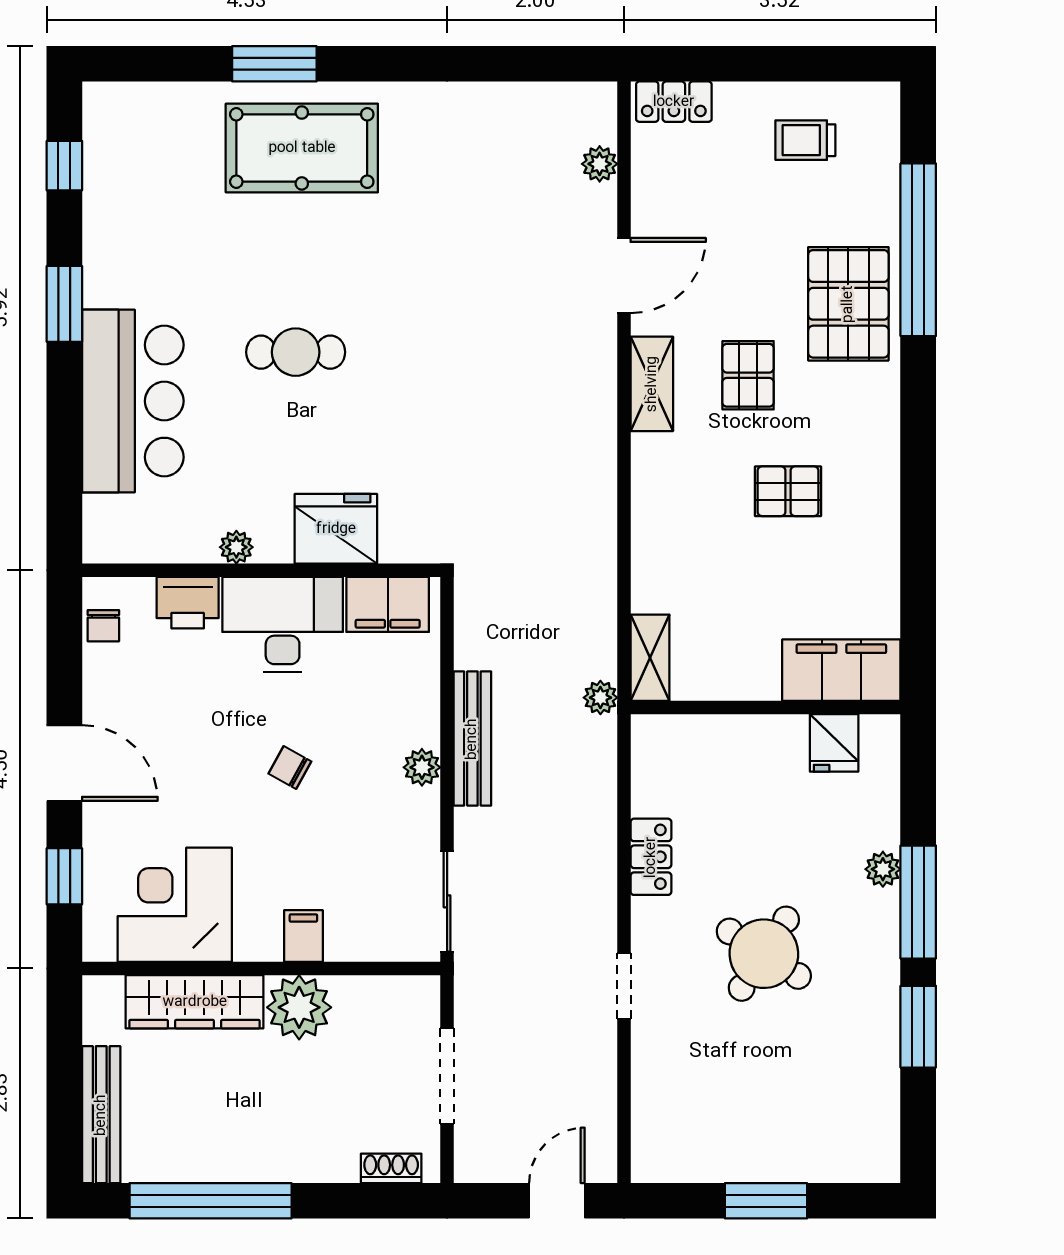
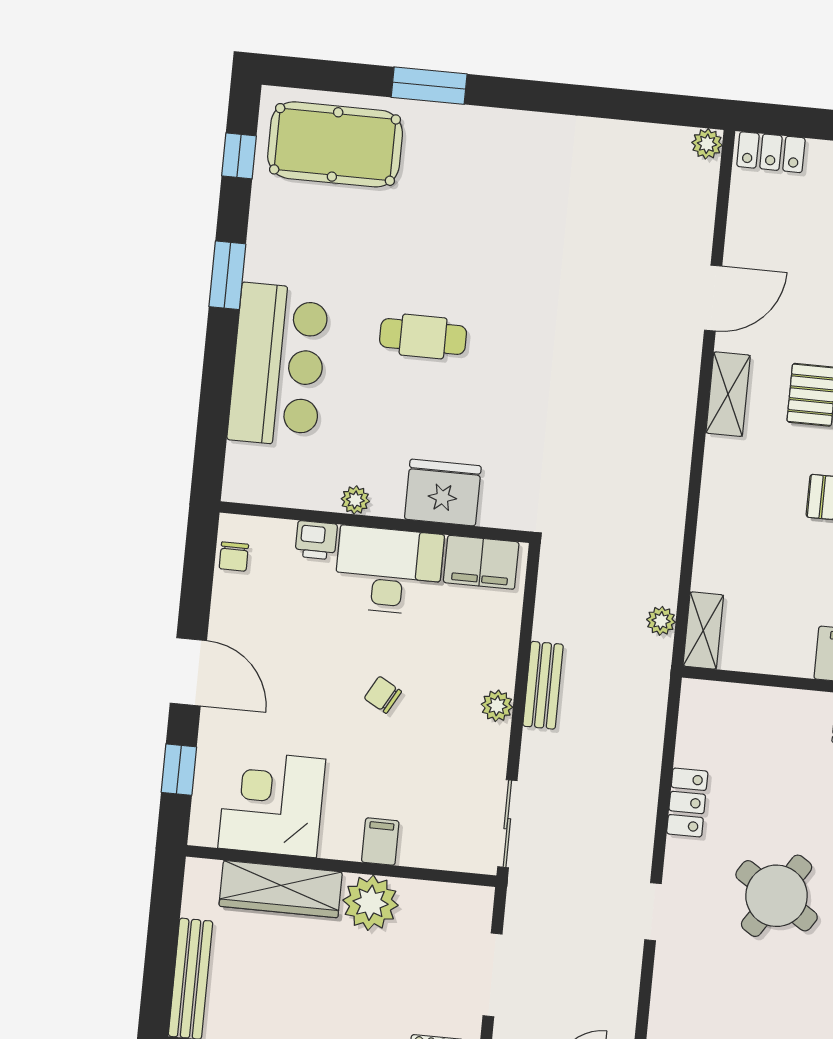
pool table: (302, 148) -> (335, 144), moved
plant: (600, 164) -> (707, 144), moved
printer: (188, 603) -> (316, 540), width x0.73, depth x0.81
plant: (600, 698) -> (661, 621), moved
bench: (472, 739) -> (543, 685), width x0.73

